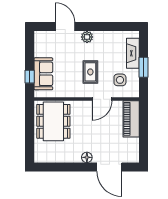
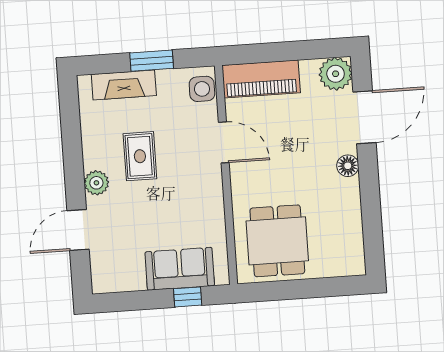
rug: (90, 72) -> (140, 156), moved, turned 90
side table: (120, 80) -> (202, 89), moved
dining table: (53, 121) -> (277, 241), width x0.73
plant: (131, 155) -> (336, 74), added

